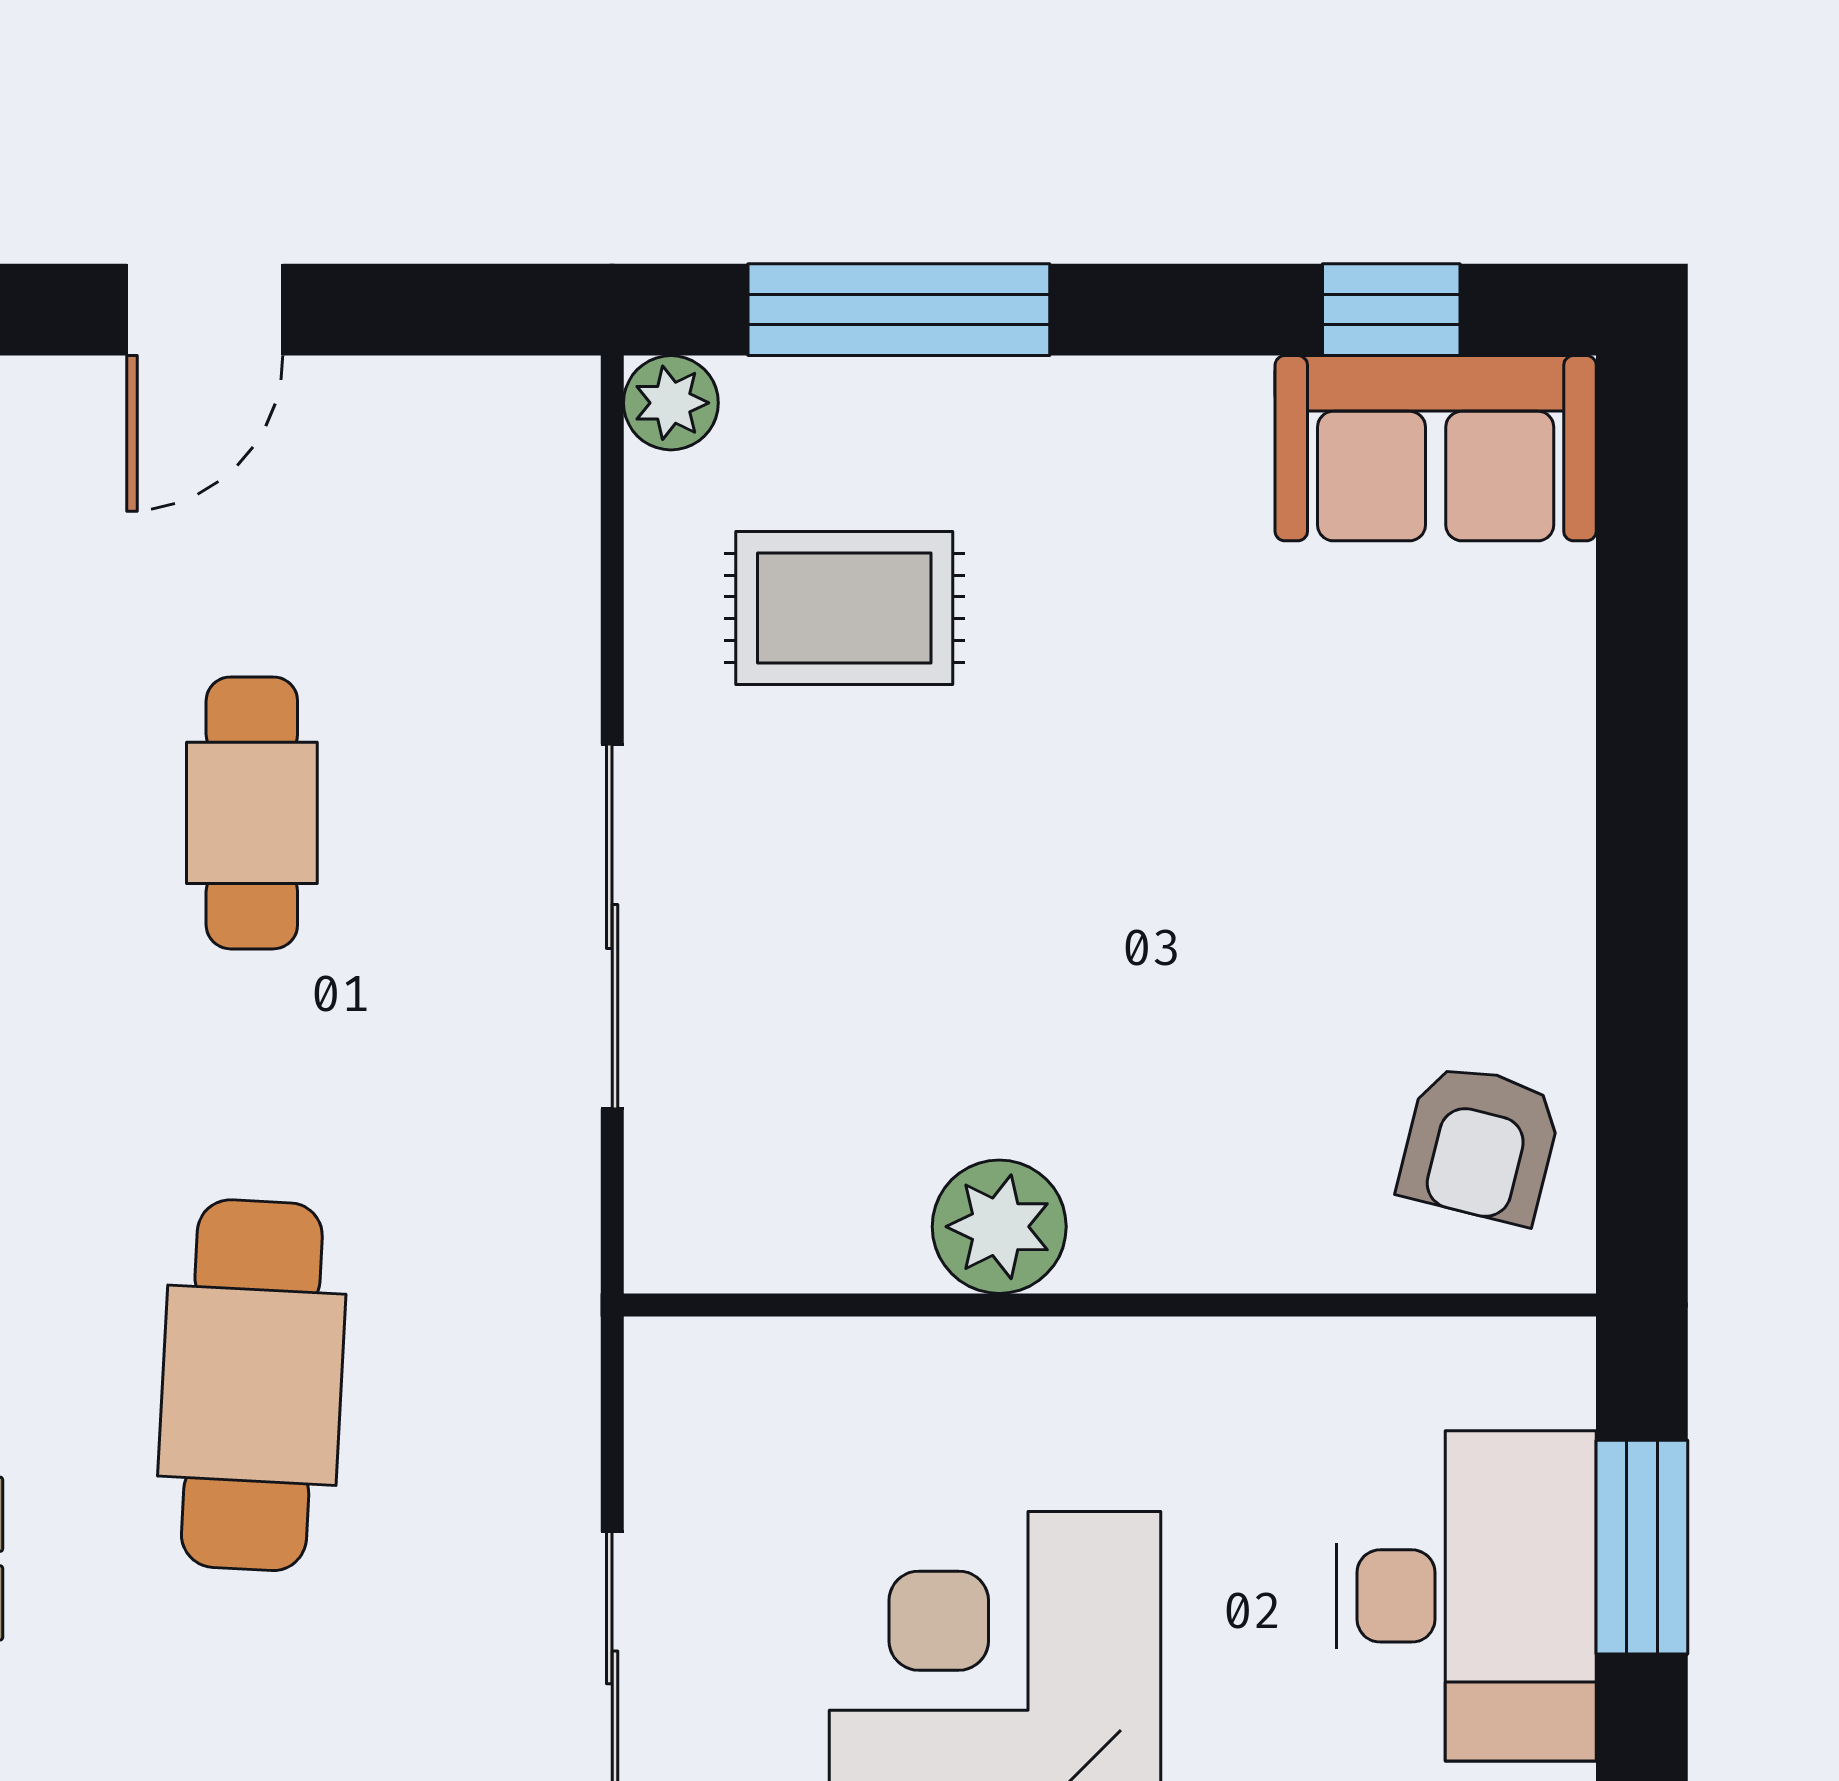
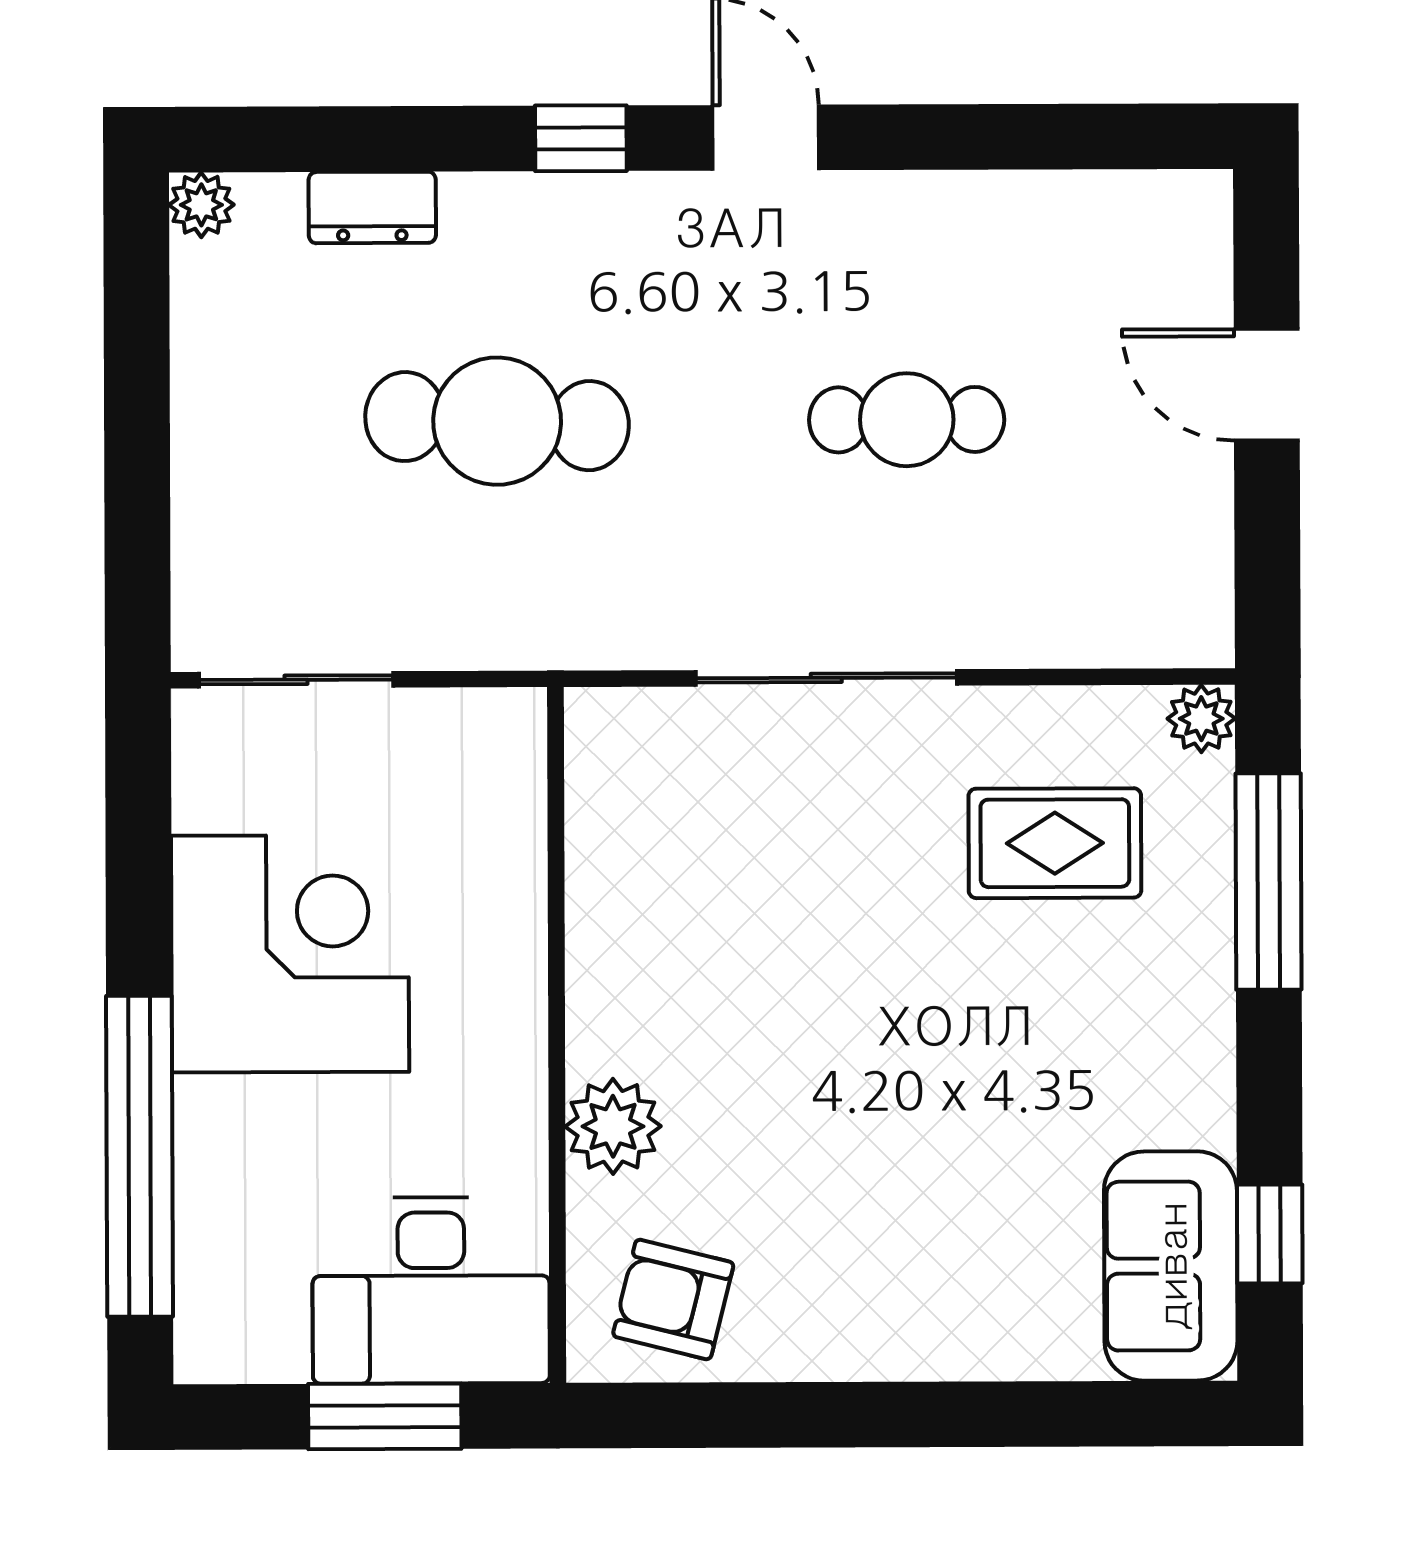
rug: (844, 608) -> (1055, 843), turned 90
plant: (999, 1227) -> (613, 1126), moved
desk: (1466, 1596) -> (431, 1290), moved

